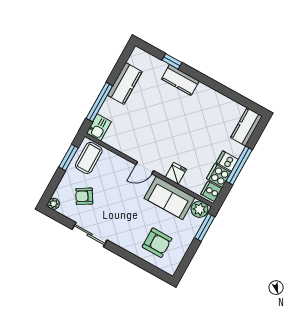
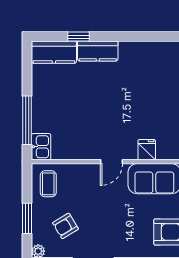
kitchen counter: (125, 84) -> (54, 52), moved, turned 90
window: (69, 157) -> (27, 218), moved
coffee table: (89, 158) -> (48, 184), width x0.73, depth x0.77

